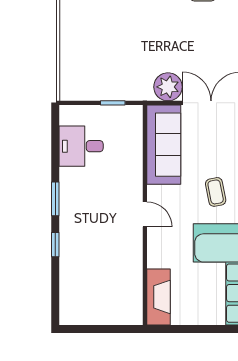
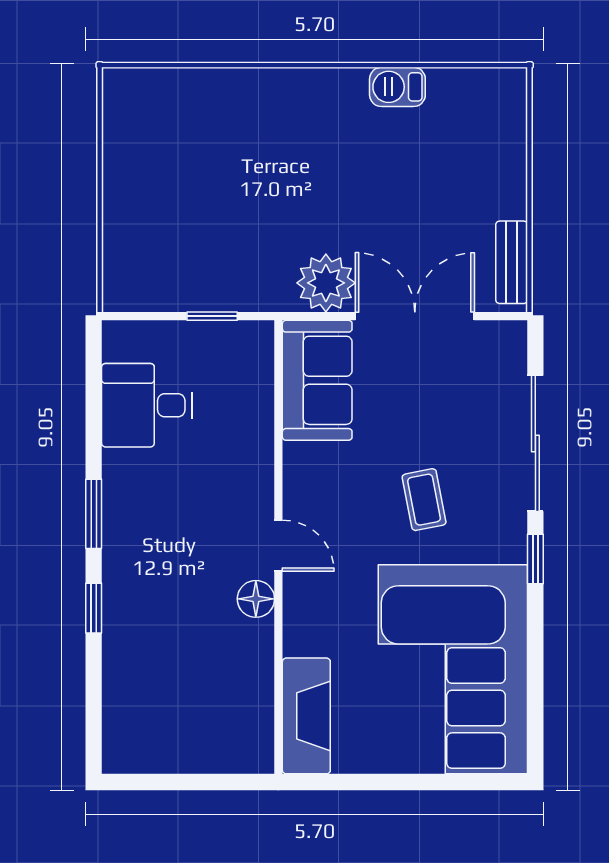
sofa: (164, 145) -> (317, 380), width x0.73
floor lamp: (134, 240) -> (256, 599), added

